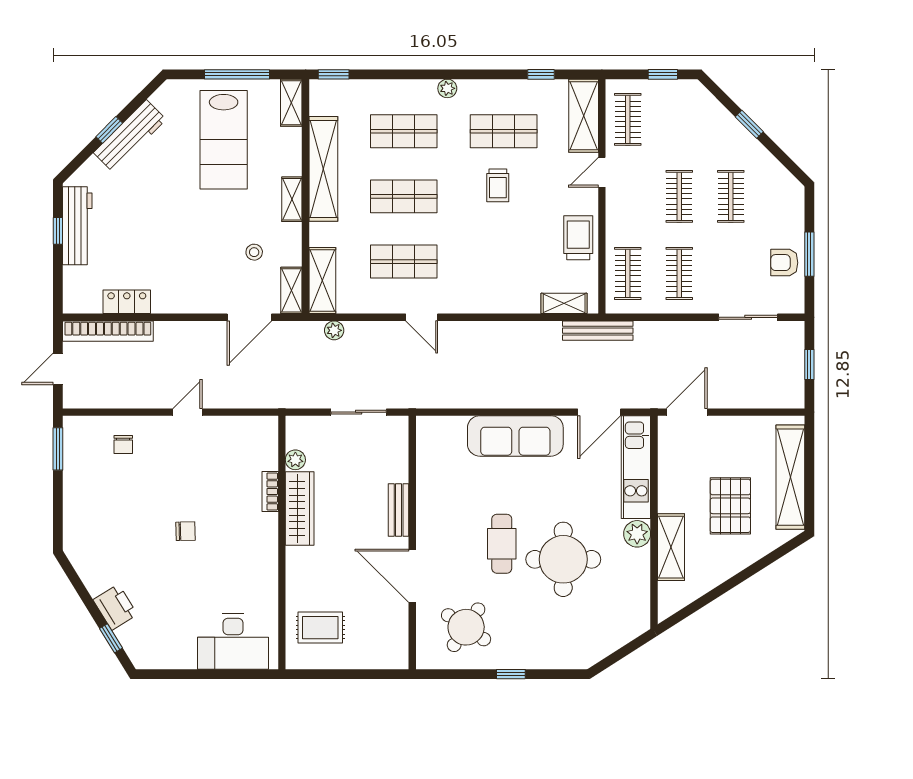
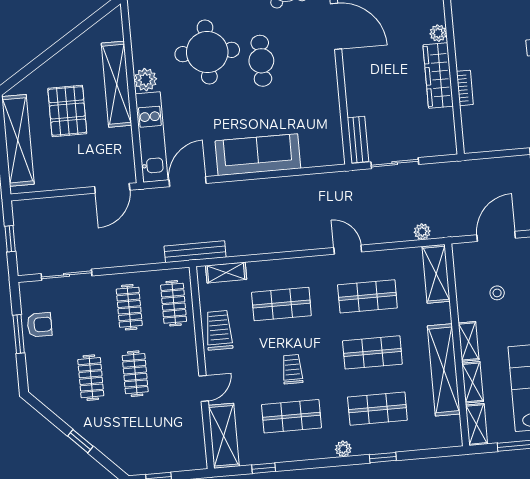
window: (334, 74) -> (383, 458), moved
clothes rail: (628, 119) -> (185, 436), removed
trolley: (578, 238) -> (219, 330), turned 180
shop shelf: (504, 262) -> (281, 304), added
shelving: (291, 290) -> (473, 382), moved
plant: (295, 460) -> (438, 33), moved
bench: (399, 510) -> (358, 140), moved
shelving: (671, 547) -> (117, 84), width x1.47

